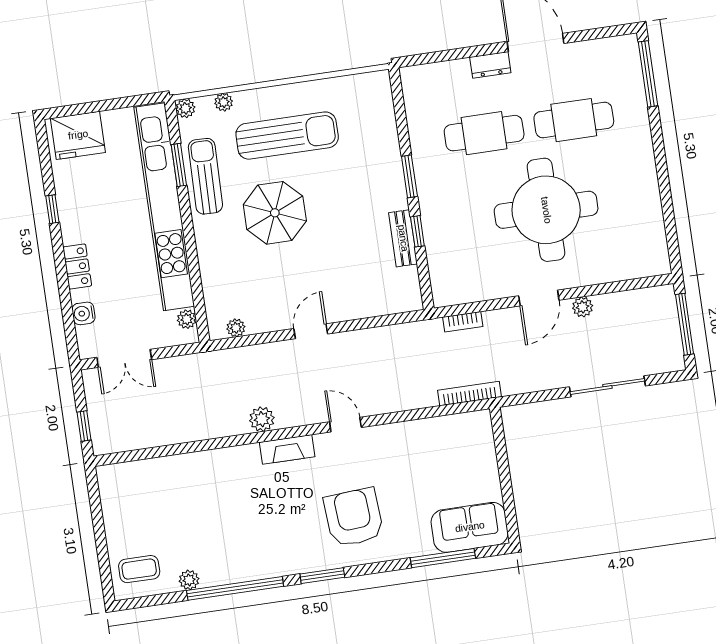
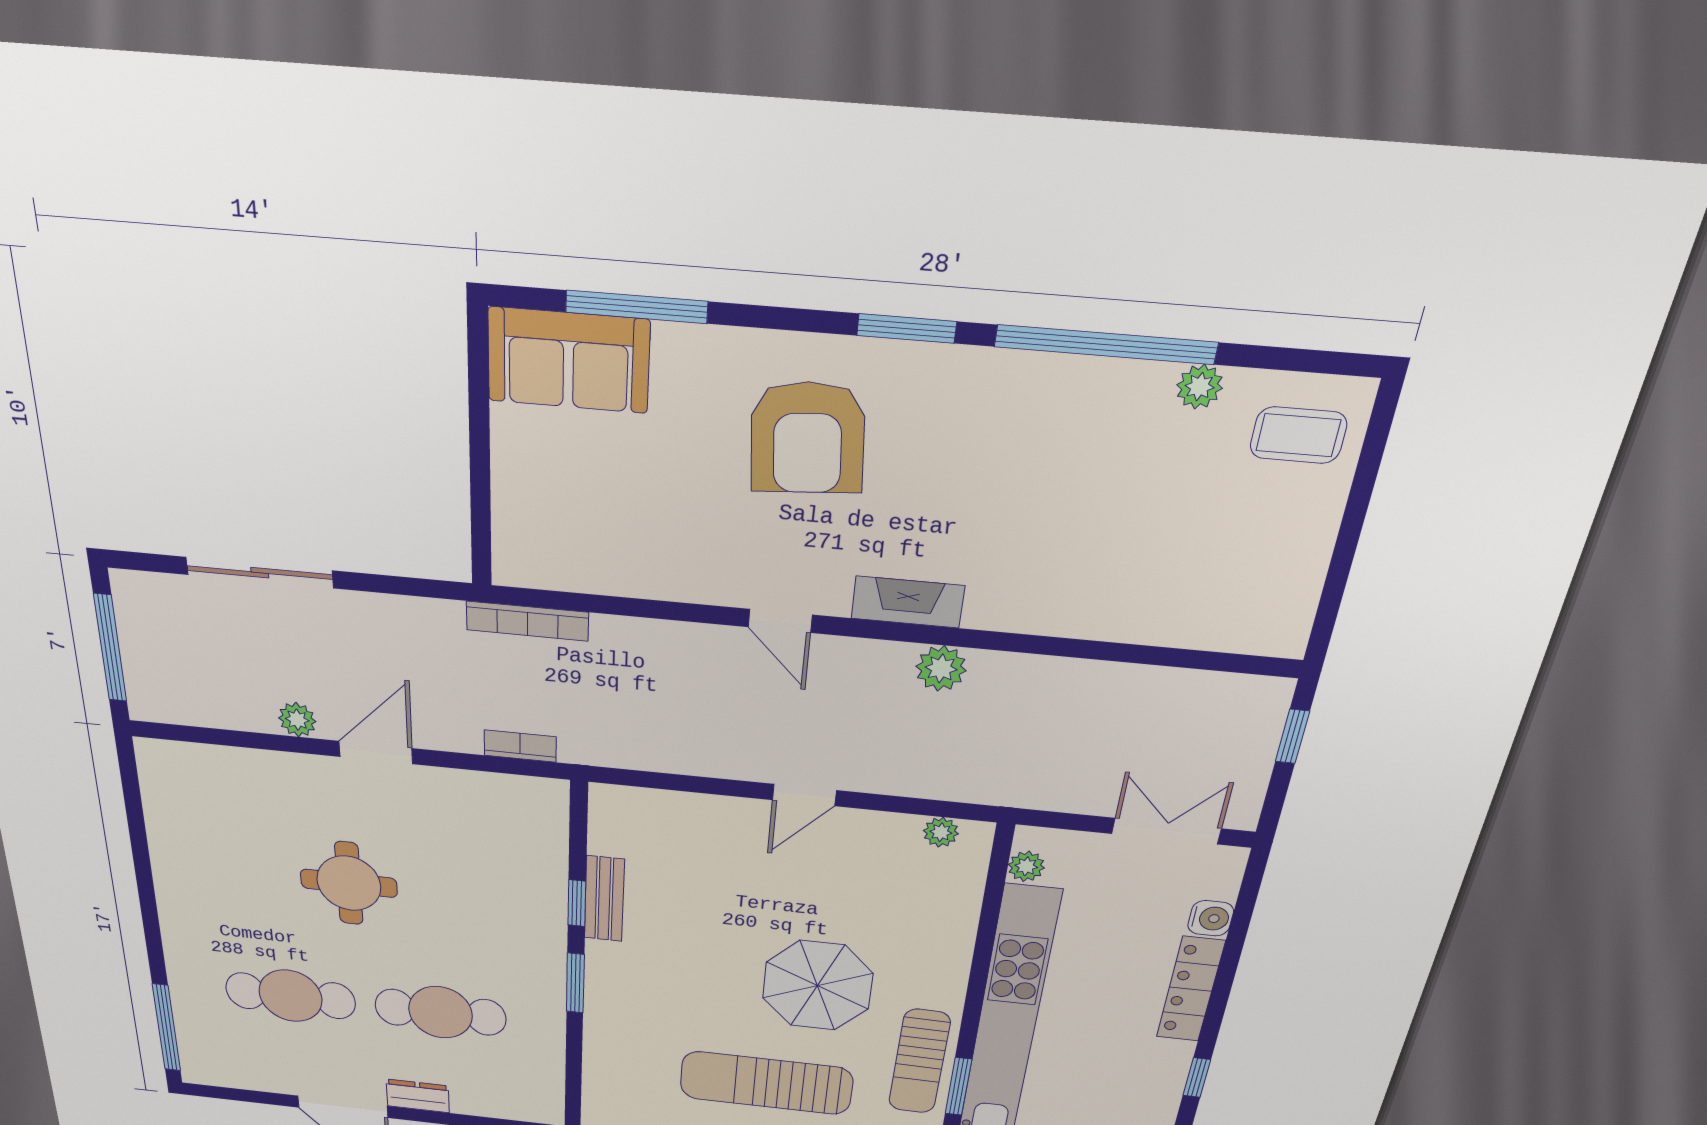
round table: (546, 210) -> (349, 883), width x0.54, depth x0.54
locker: (77, 266) -> (1191, 989), width x1.53

